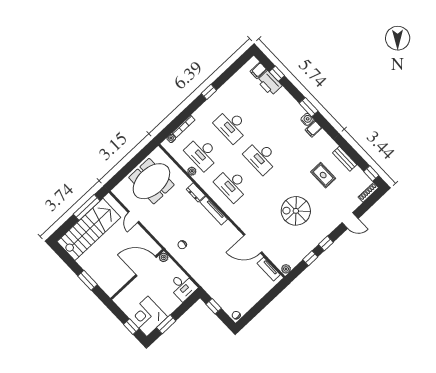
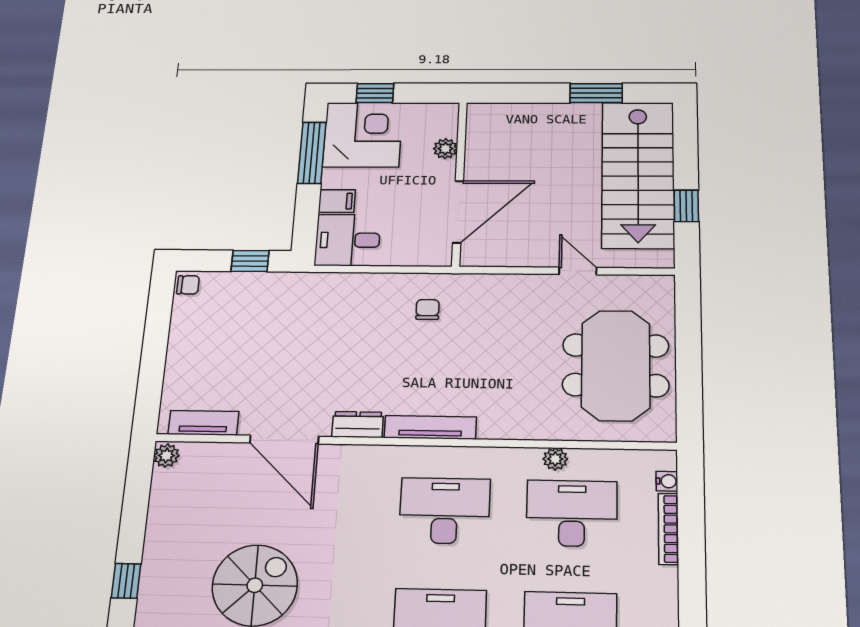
dresser: (196, 192) -> (358, 425), moved
window: (87, 207) -> (686, 206), width x0.46
door: (253, 244) -> (284, 440), swing flipped
plant: (164, 257) -> (445, 149), moved
window: (310, 258) -> (133, 522), removed
window: (87, 280) -> (596, 93), moved
filing cabinet: (174, 302) -> (337, 201), added
window: (166, 324) -> (312, 153), width x1.44

